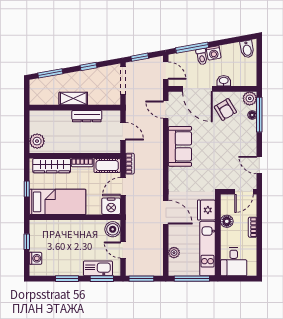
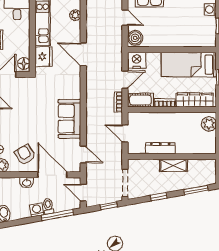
floor lamp: (227, 221) -> (24, 63), moved

